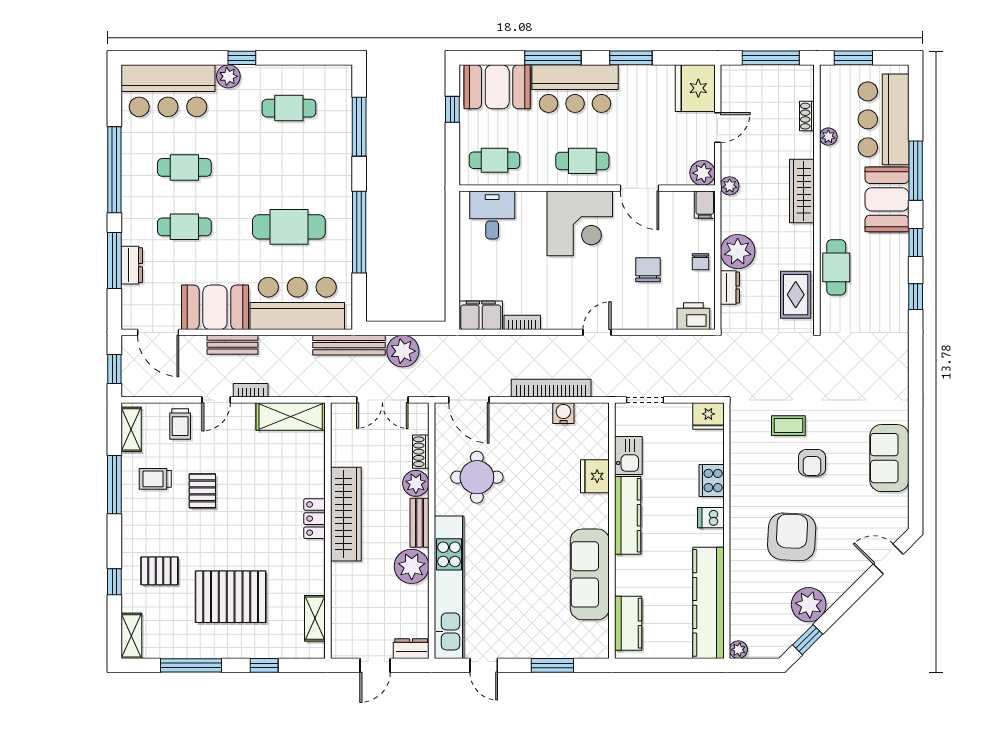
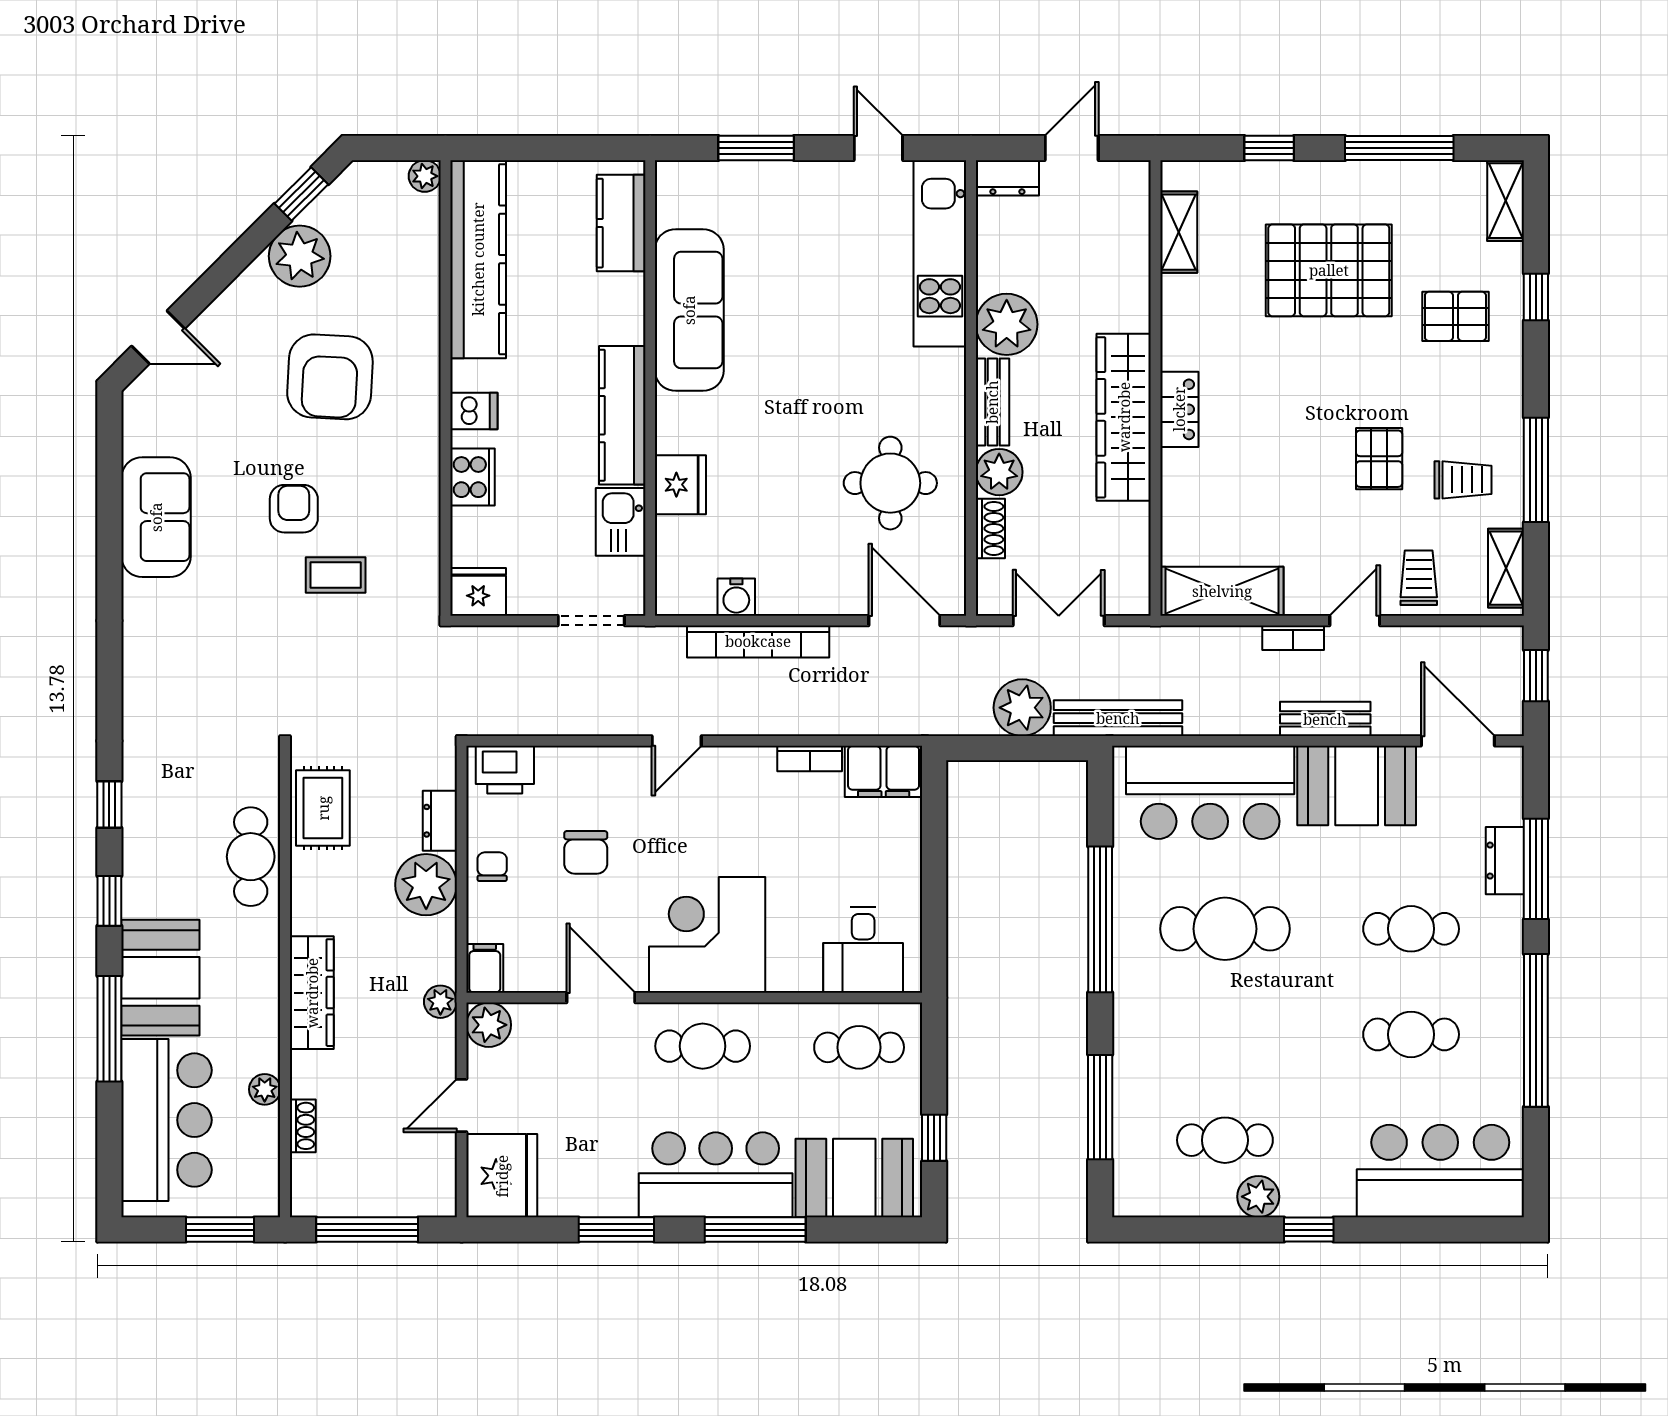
plant: (228, 76) -> (1258, 1197), moved
kitchen unit: (449, 587) -> (940, 253), width x0.73

